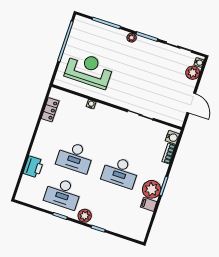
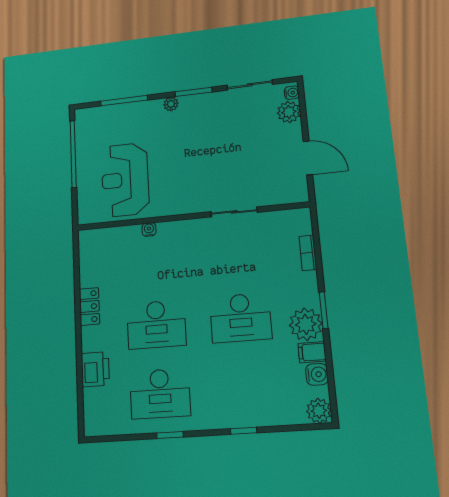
reception desk: (89, 70) -> (125, 180), turned -90
locker: (50, 110) -> (90, 306), moved
water cooler: (172, 137) -> (317, 374), moved
plant: (85, 216) -> (319, 411), moved

